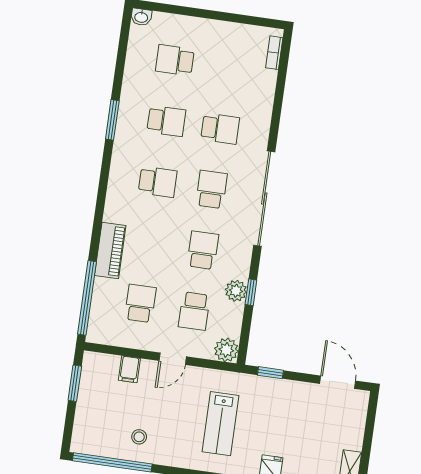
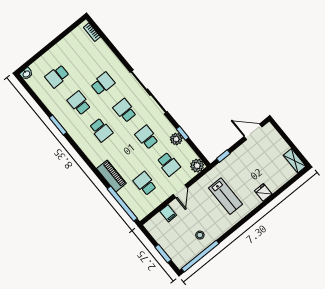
school desk: (166, 121) -> (79, 103), turned -90
school desk: (158, 182) -> (101, 130), turned 90
window: (75, 383) -> (163, 253), moved

